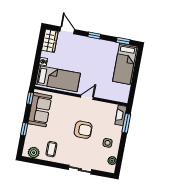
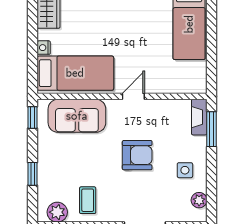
sofa: (40, 110) -> (77, 116), moved, turned 90

